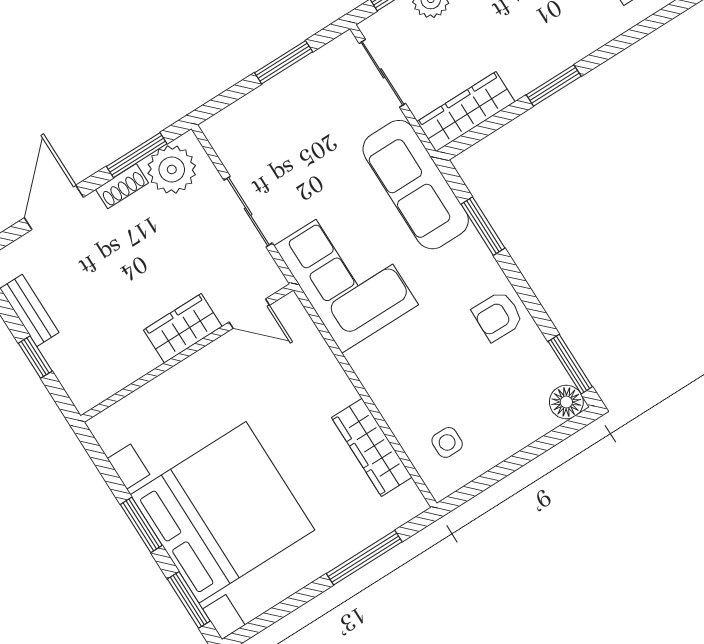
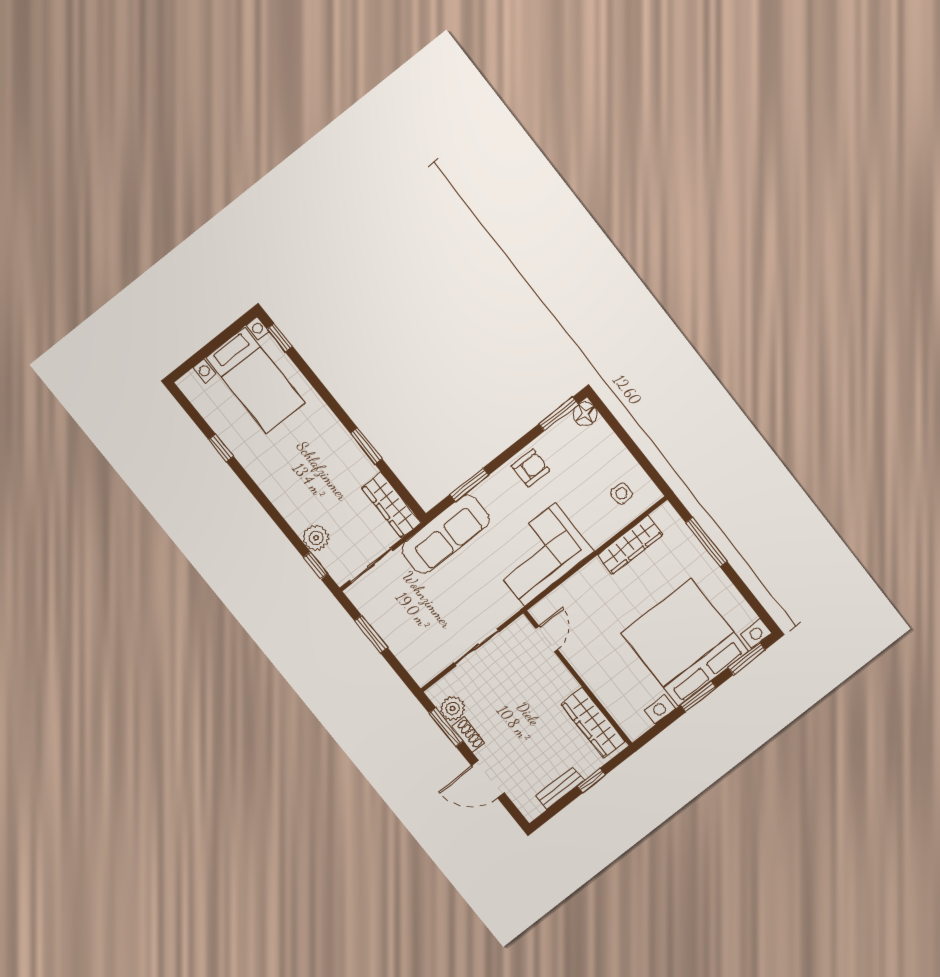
plant: (172, 169) -> (453, 709), width x0.73, depth x0.73
corner sofa: (346, 275) -> (540, 554), moved
armchair: (498, 316) -> (530, 468), turned -91
wardrobe: (183, 328) -> (593, 723), moved, width x1.50

